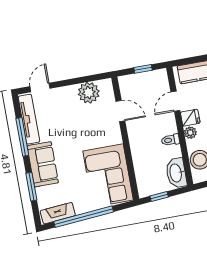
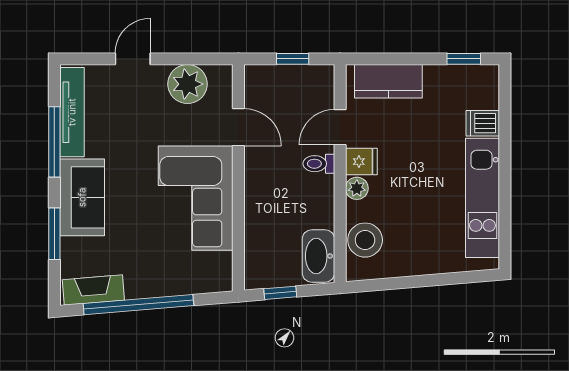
door: (40, 87) -> (133, 59), moved
toilet: (170, 140) -> (319, 164), moved
corner sofa: (108, 175) -> (196, 198), moved

